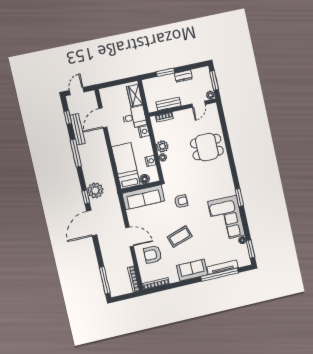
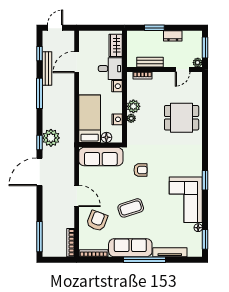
armchair: (153, 254) -> (97, 221), turned 111
sofa: (192, 270) -> (130, 248), width x1.36
window: (220, 275) -> (145, 260), moved

